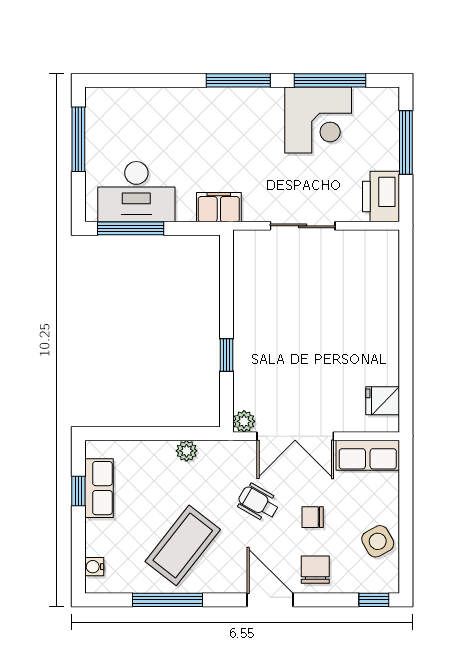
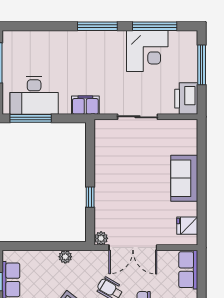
sofa: (378, 325) -> (184, 178), added
row of seats: (368, 455) -> (188, 270), moved, turned 90

